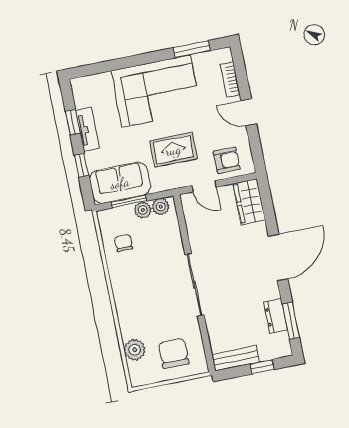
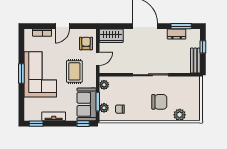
window: (192, 49) -> (21, 74), moved
window: (73, 122) -> (36, 124), moved
window: (81, 165) -> (83, 124), moved
plant: (143, 210) -> (104, 108), moved
chair: (174, 353) -> (159, 102), moved, turned 180

